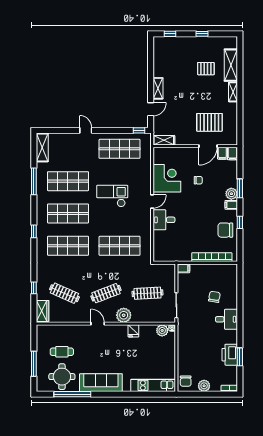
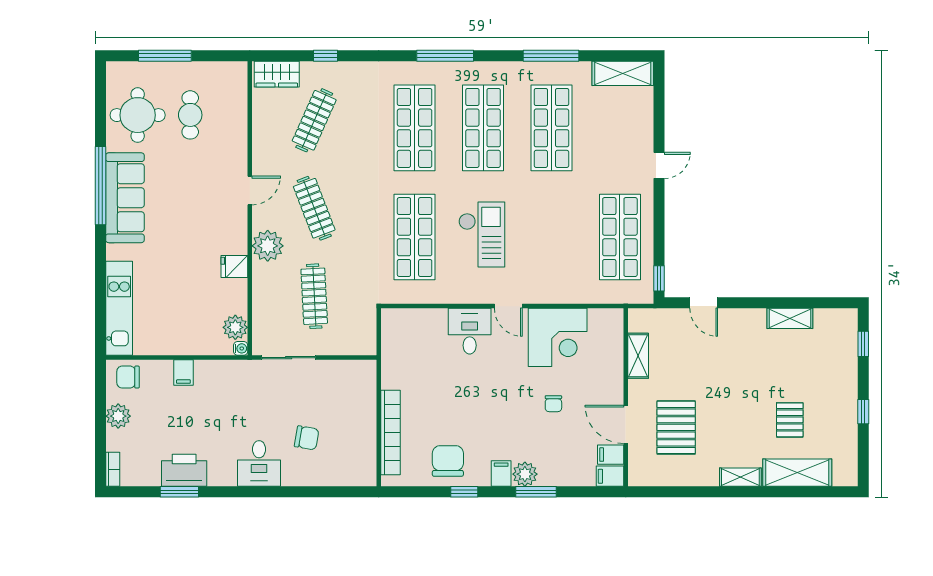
shelving: (158, 88) -> (790, 318), moved
shelving: (164, 140) -> (638, 356), moved
checkout: (112, 196) -> (482, 235), moved
window: (34, 231) -> (445, 56), width x2.17
filing cabinet: (184, 268) -> (183, 373), moved
window: (72, 394) -> (100, 186), moved

